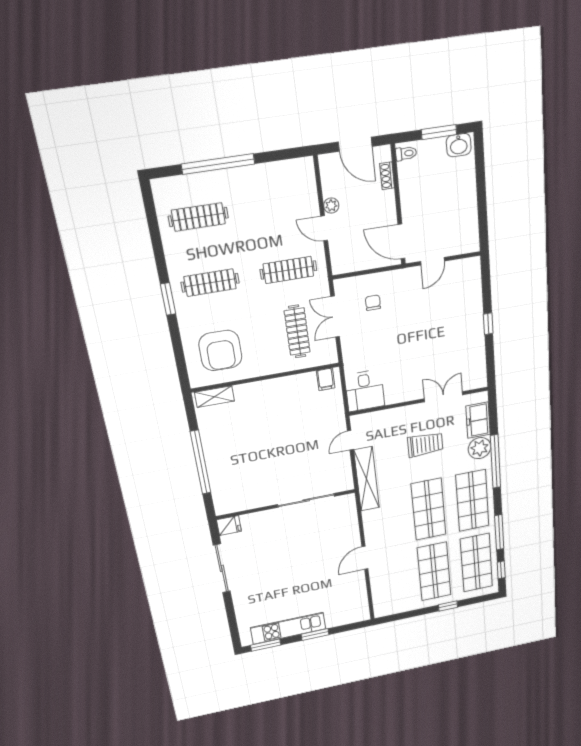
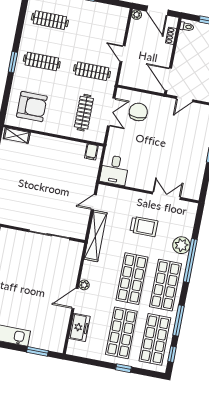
plant: (331, 206) -> (137, 15), moved
chair: (373, 303) -> (138, 112), width x1.87, depth x1.87
double door: (335, 317) -> (111, 112), swing flipped
armchair: (220, 351) -> (32, 107), turned -90
freezer: (478, 420) -> (79, 327), moved, turned 180
plant: (371, 539) -> (84, 285), added
window: (315, 635) -> (37, 351), moved

